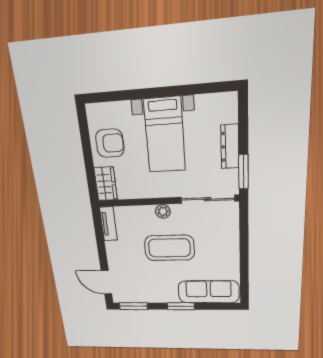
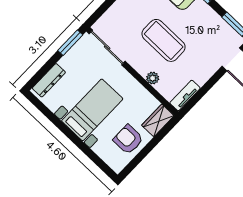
dresser: (230, 147) -> (49, 80), moved
plant: (163, 211) -> (153, 78), moved

